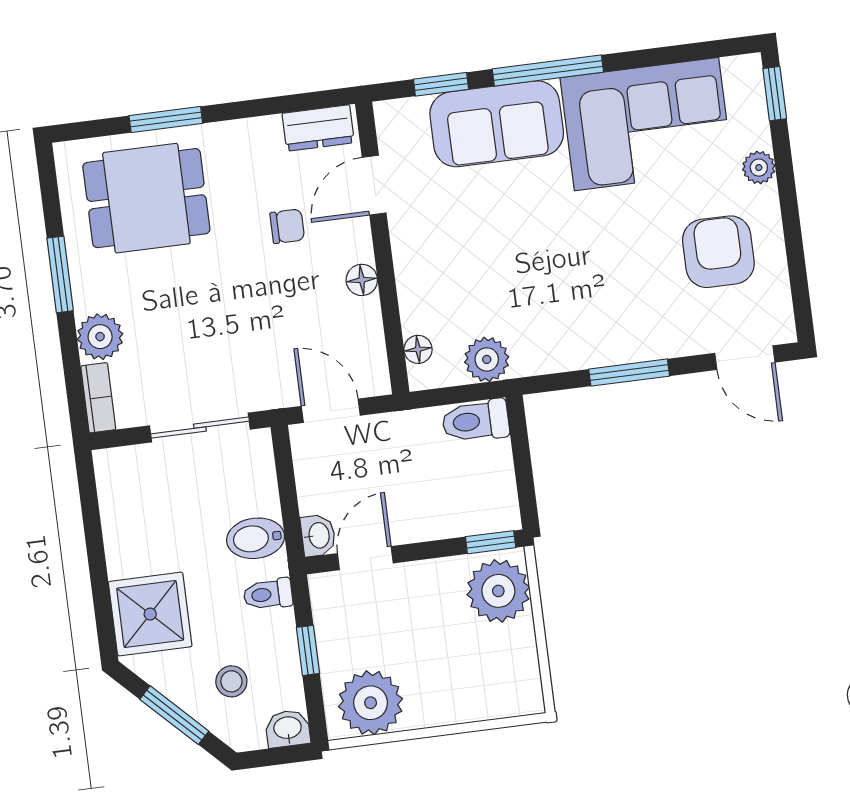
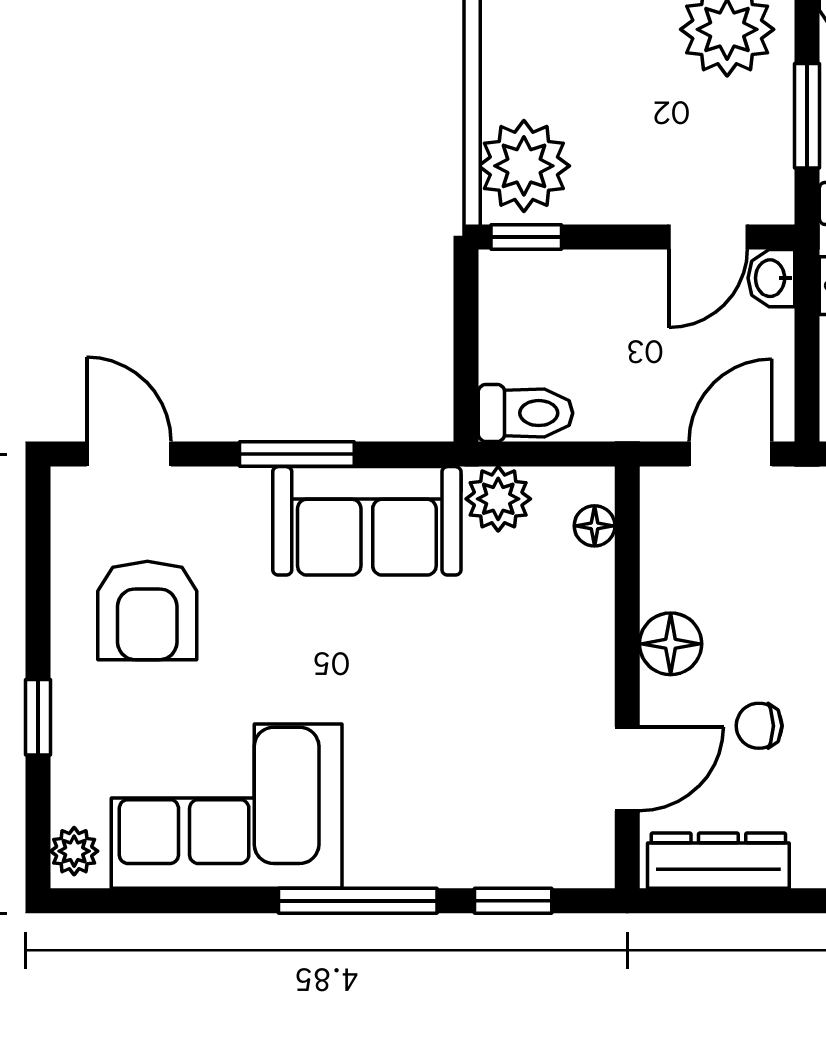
window: (775, 94) -> (38, 717), moved
sofa: (497, 124) -> (367, 521), moved, turned 180
dresser: (318, 128) -> (718, 861), width x1.44
plant: (759, 168) -> (74, 851), moved
floor lamp: (362, 280) -> (671, 644), width x1.37, depth x1.37
door: (331, 411) -> (731, 454), swing flipped
window: (308, 650) -> (807, 116), width x1.50

